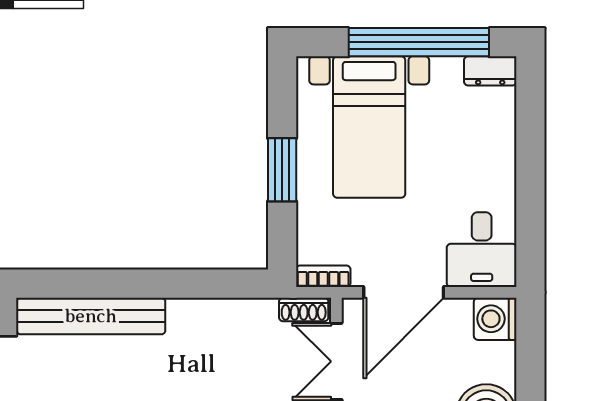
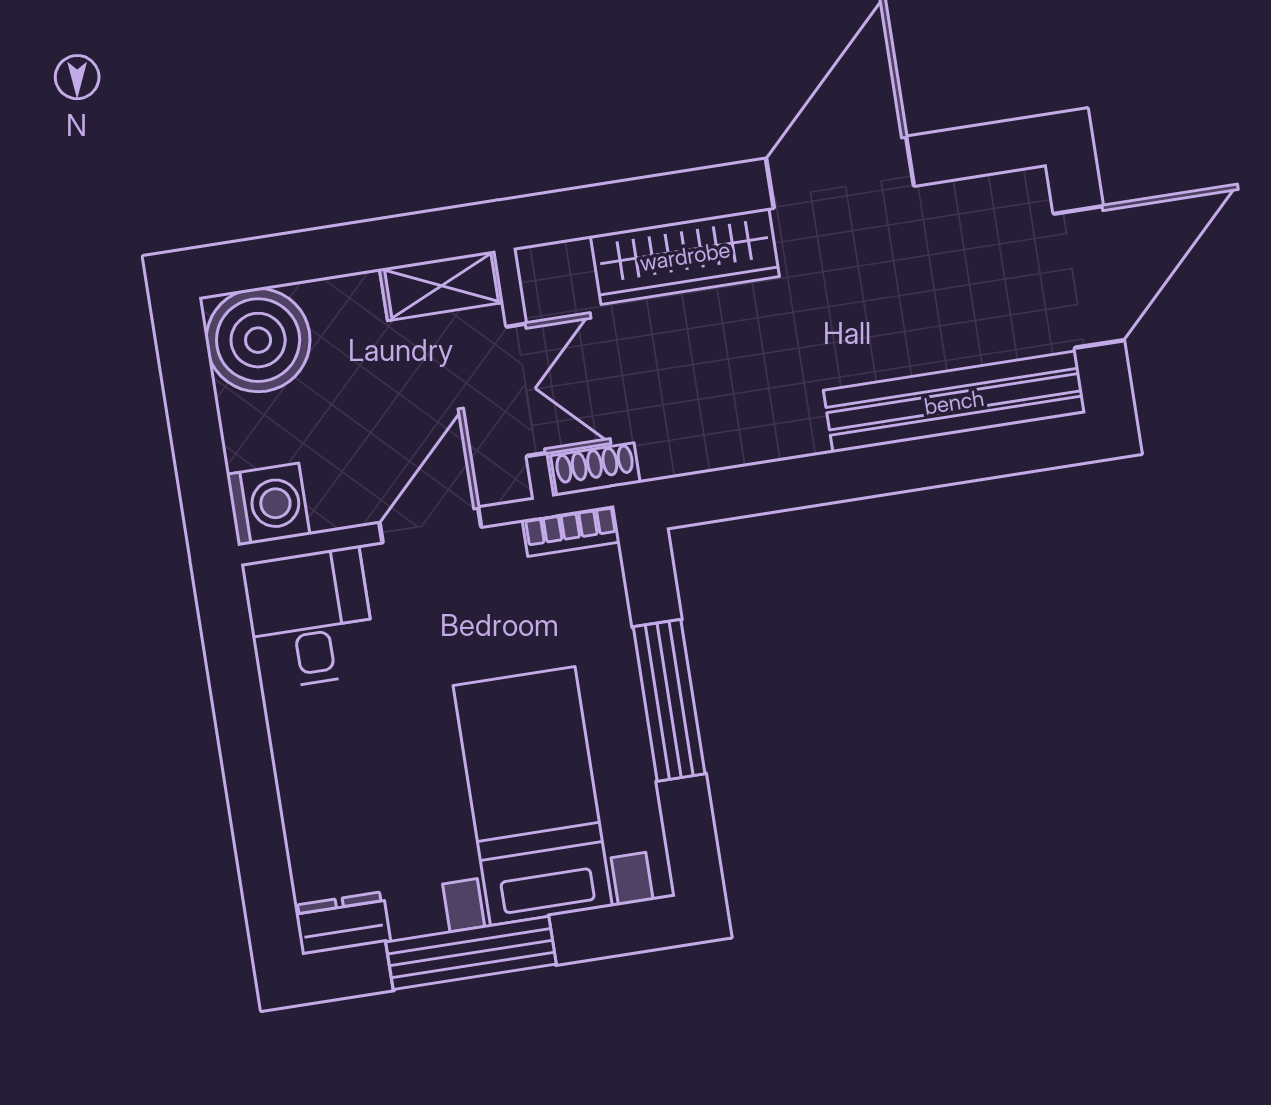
window: (419, 42) -> (471, 953), width x0.68
window: (282, 170) -> (669, 700), width x1.44
door: (404, 292) -> (430, 525), width x0.73

